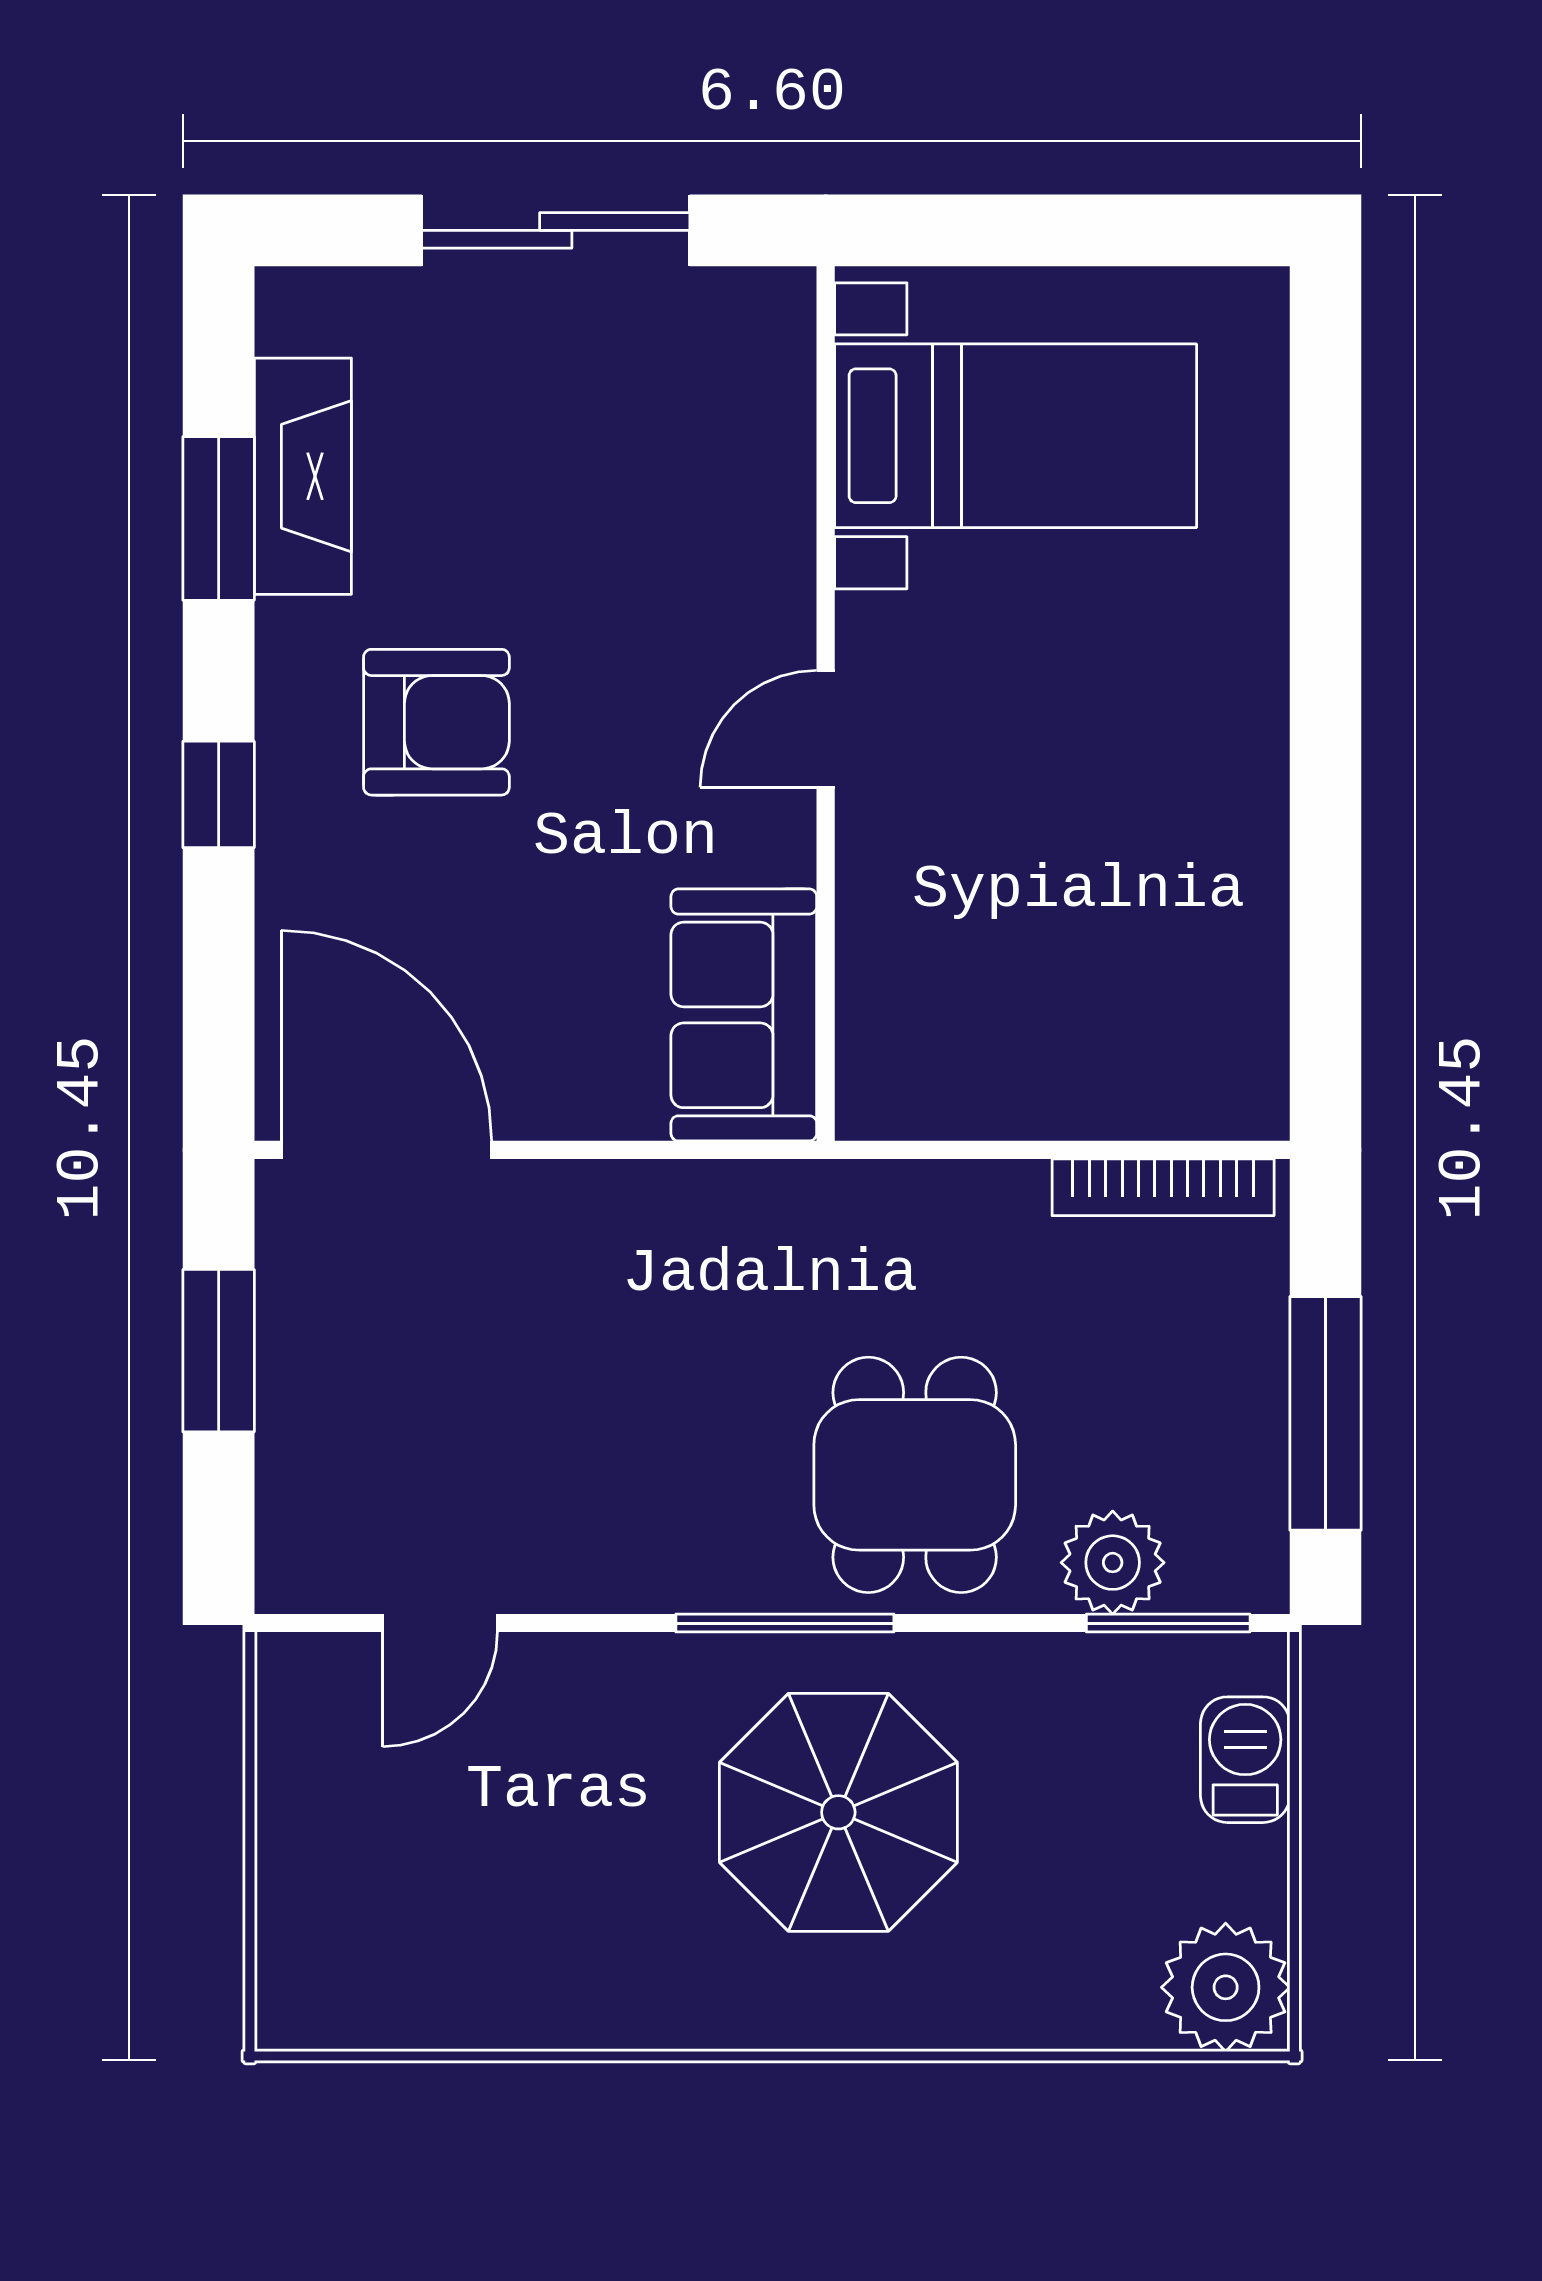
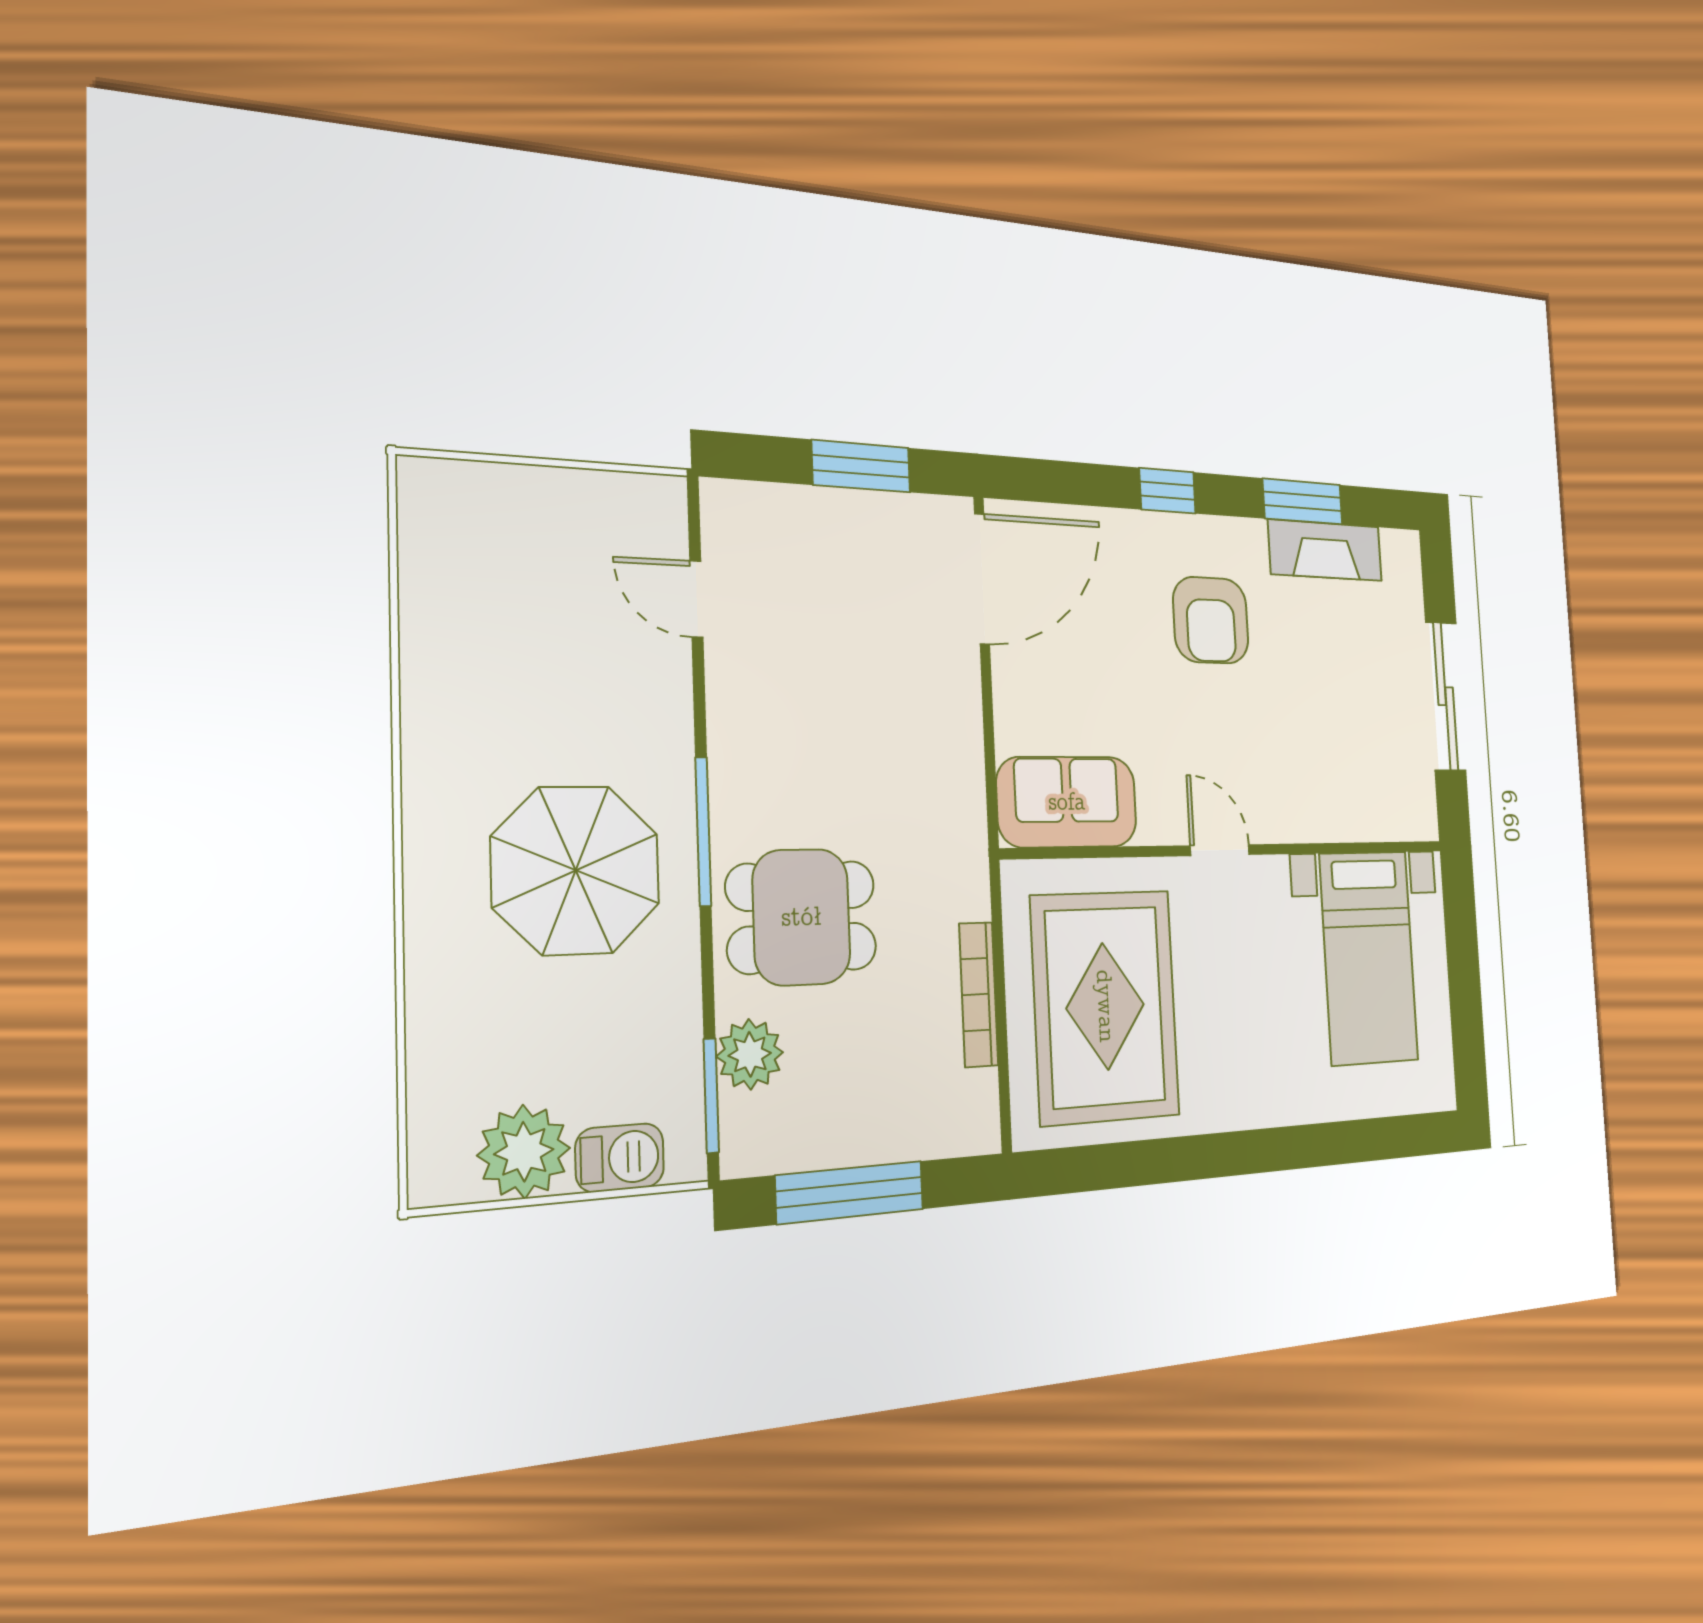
rug: (1073, 963) -> (1105, 1006), added
bookcase: (1163, 1187) -> (979, 994), moved
plant: (1226, 1987) -> (524, 1152), moved

